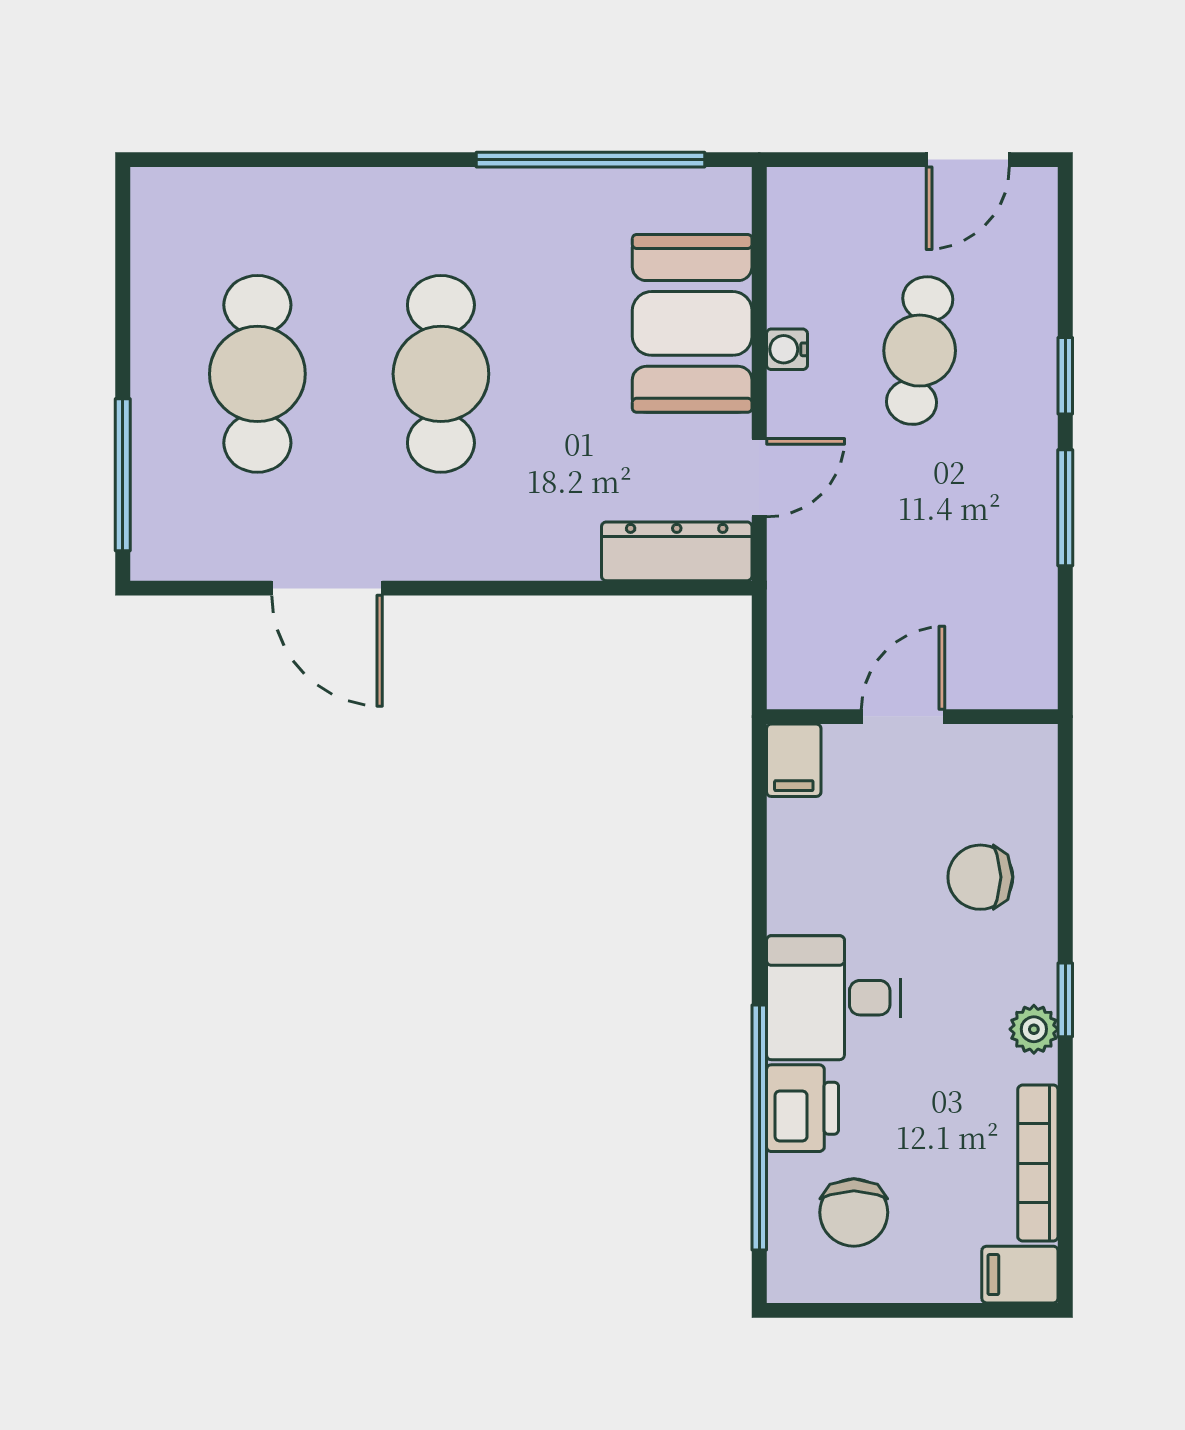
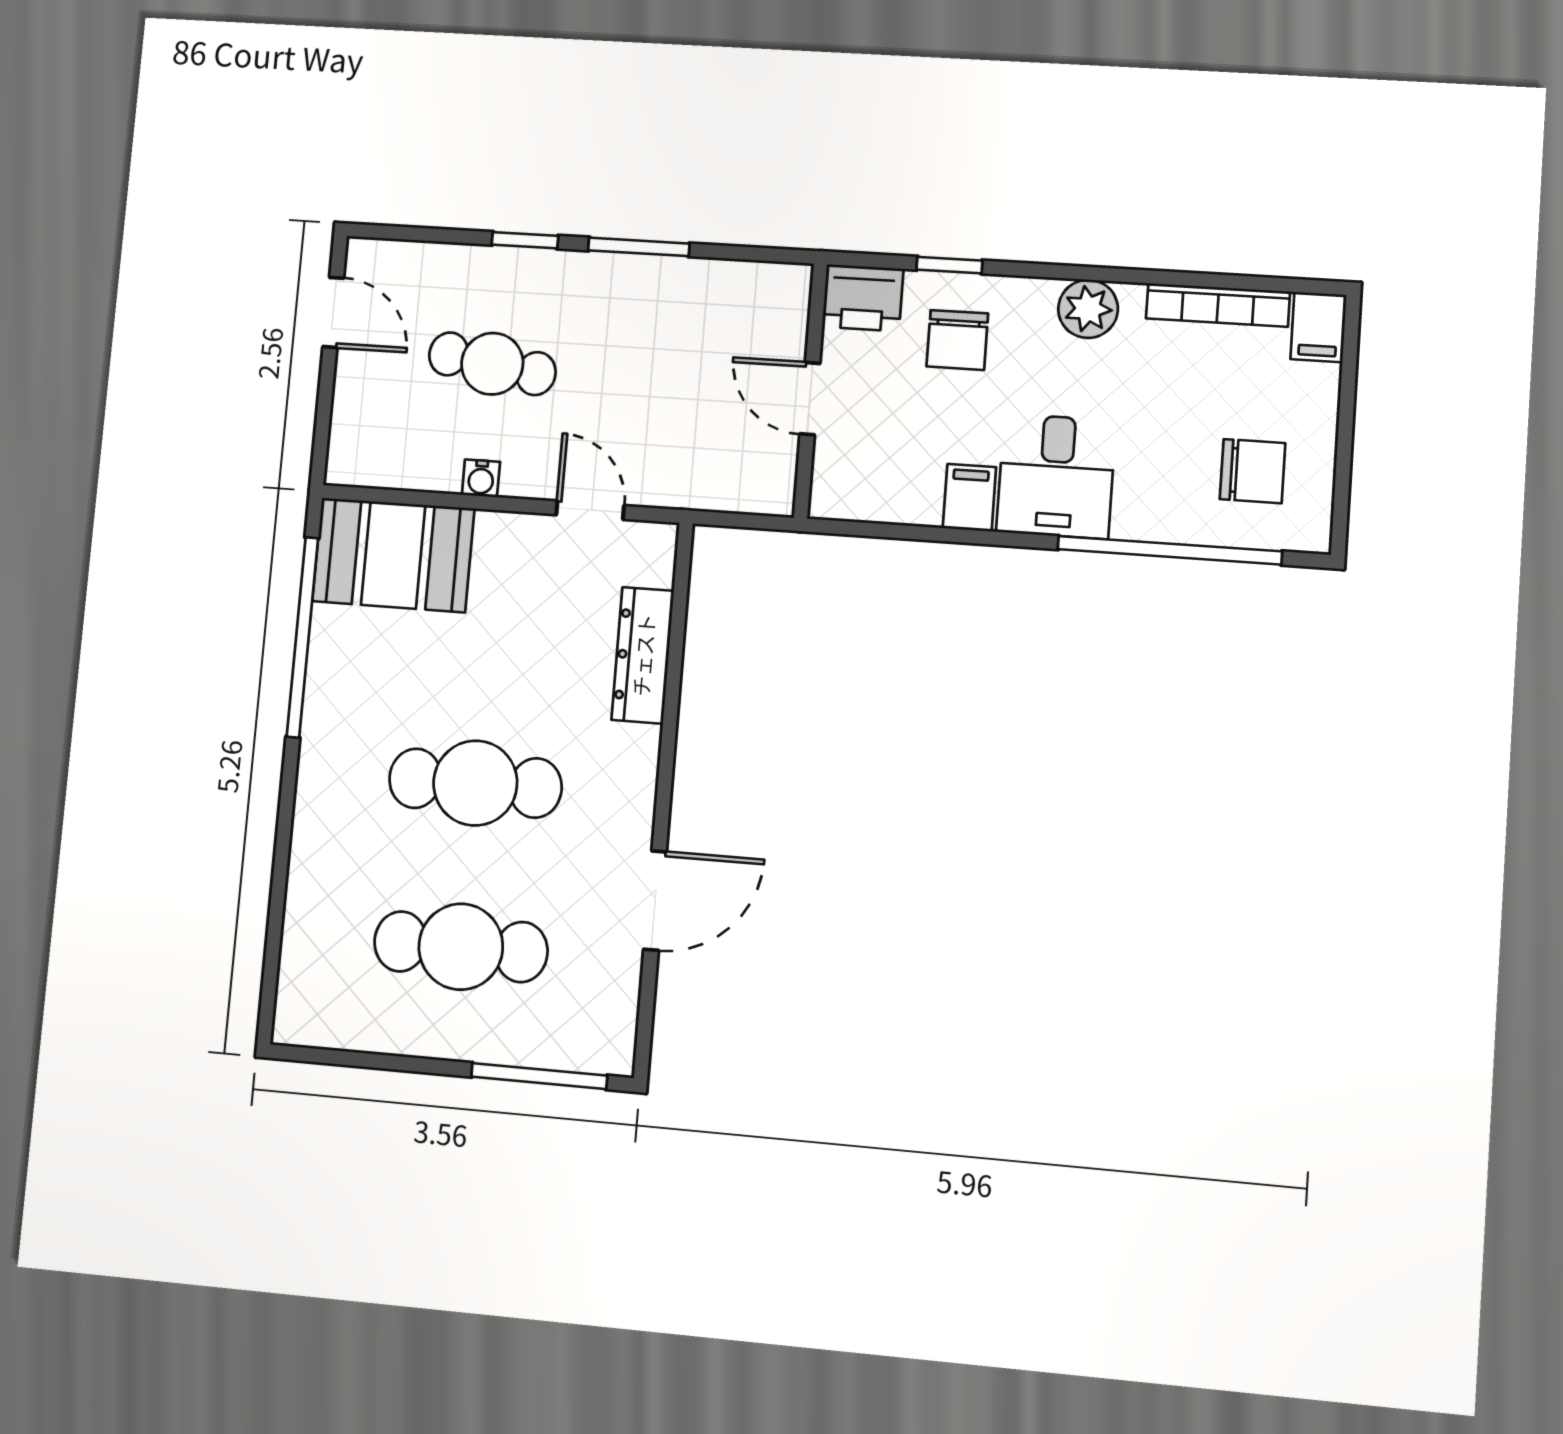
booth: (692, 323) -> (393, 555), moved
dresser: (677, 551) -> (643, 655), moved
filing cabinet: (794, 760) -> (969, 498), moved, turned -90
window: (1065, 1000) -> (949, 265), moved
plant: (1034, 1029) -> (1088, 309), width x1.38, depth x1.38
printer: (803, 1108) -> (863, 298), moved, turned 180

